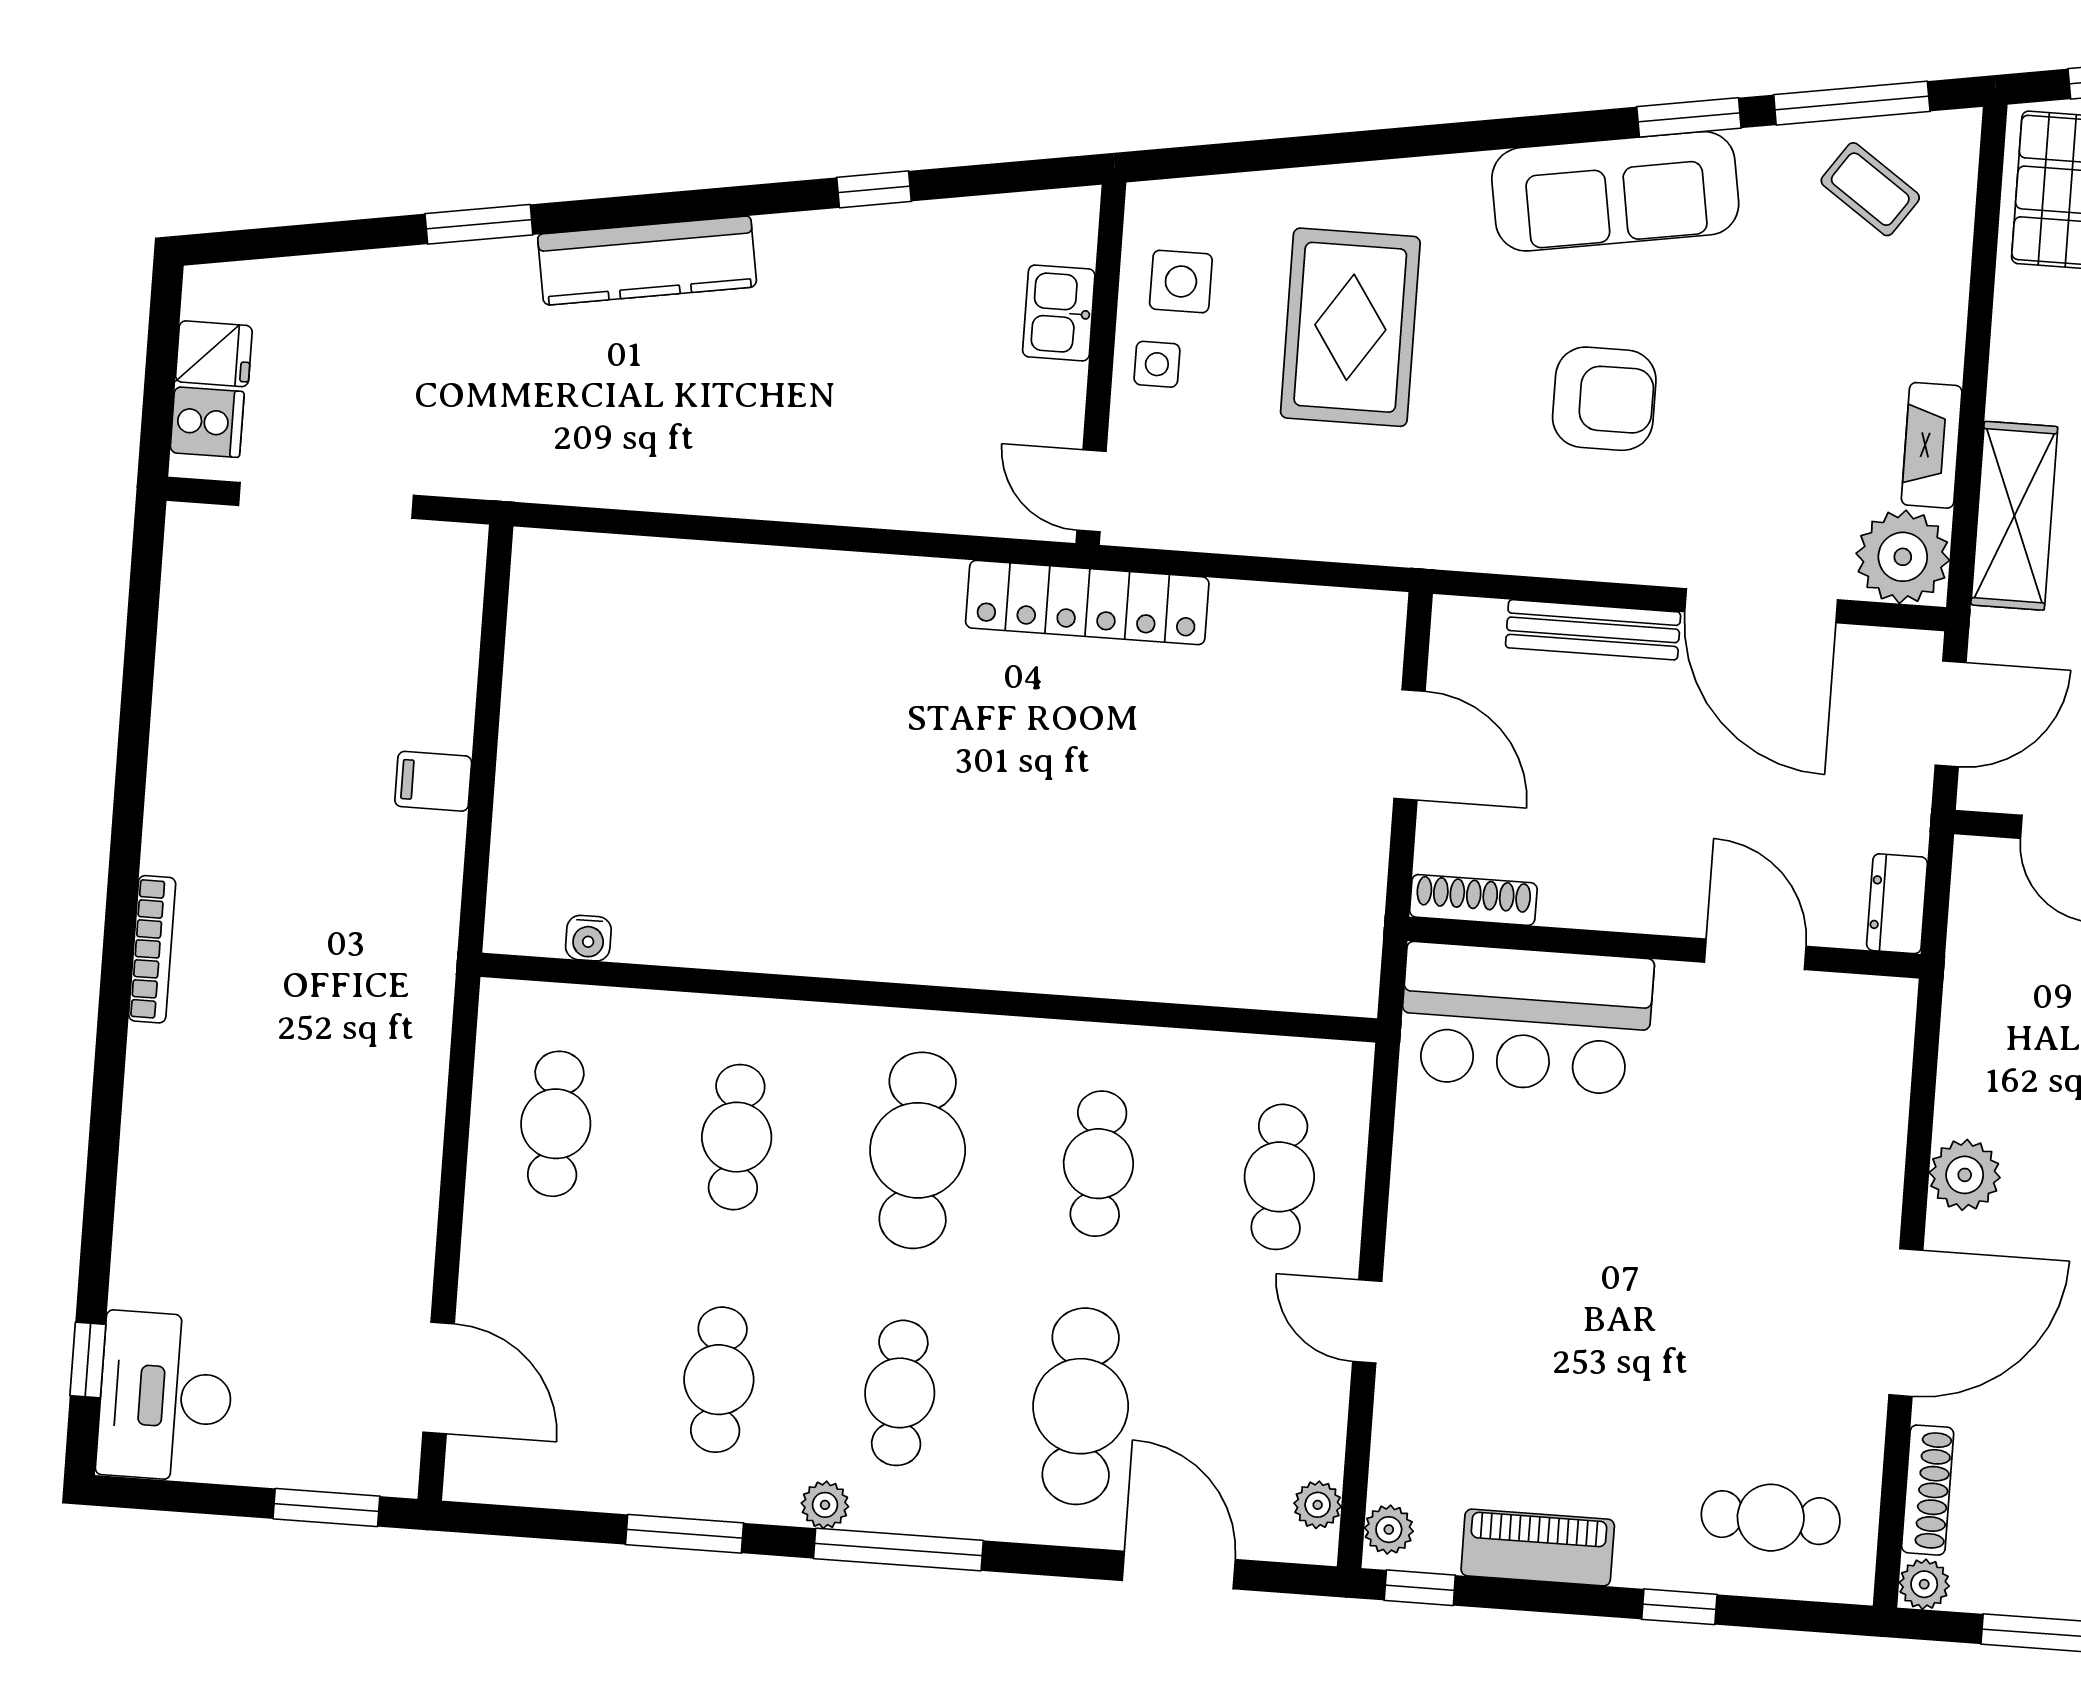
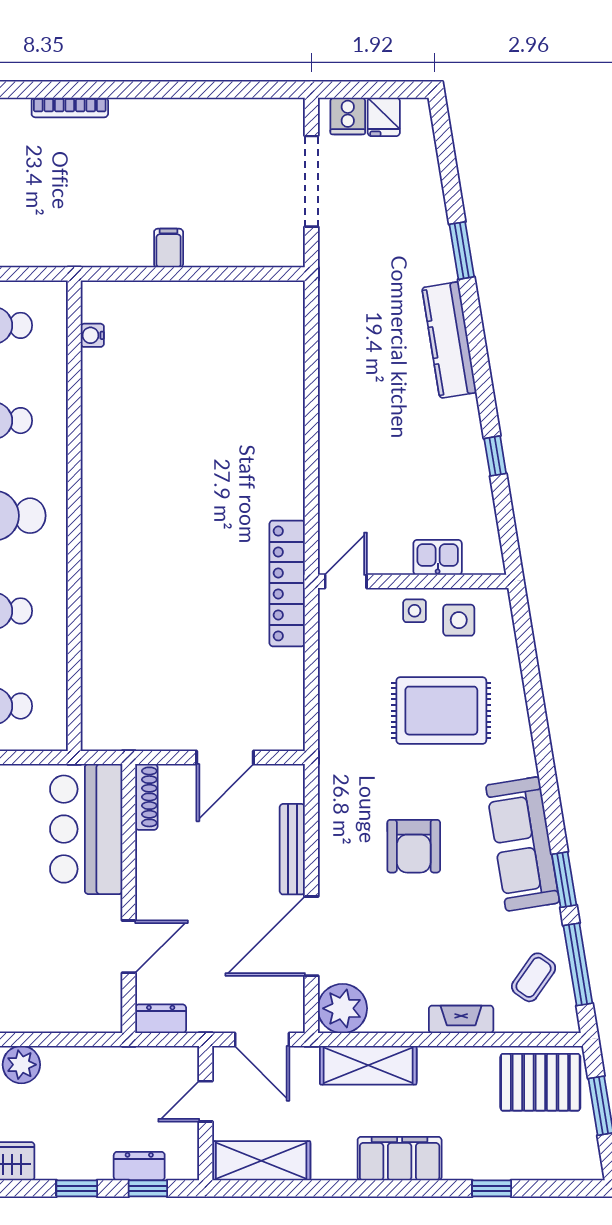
fireplace: (1932, 445) -> (461, 1019), moved

